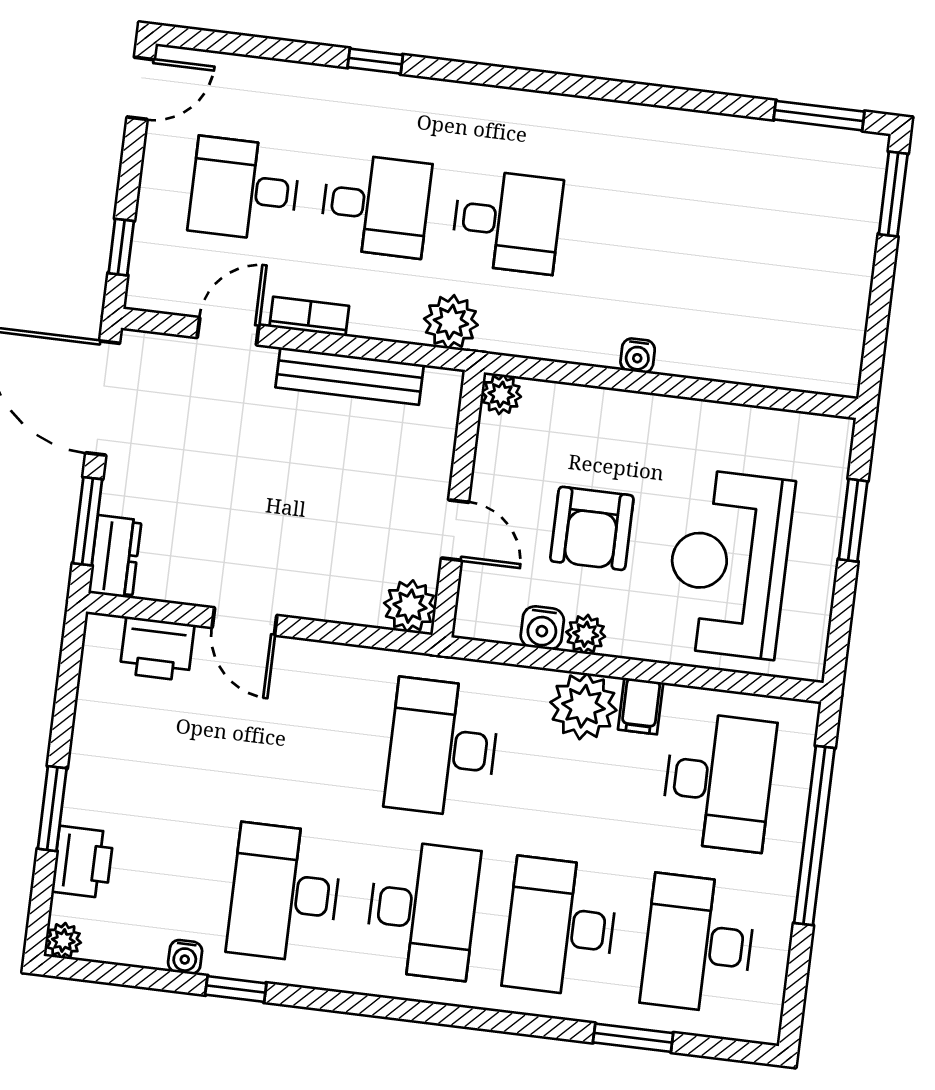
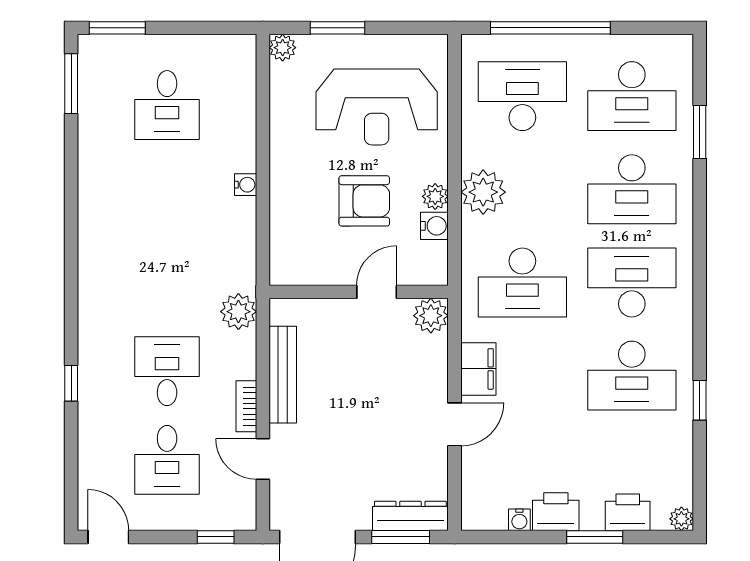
desk: (507, 221) -> (167, 105), moved, turned 180
plant: (501, 394) -> (283, 48), moved
dresser: (115, 557) -> (410, 516), width x1.44
printer: (157, 649) -> (556, 512), moved, turned -90
filing cabinet: (641, 706) -> (478, 369), moved, width x2.00
water cooler: (185, 957) -> (519, 520), moved, turned 90

